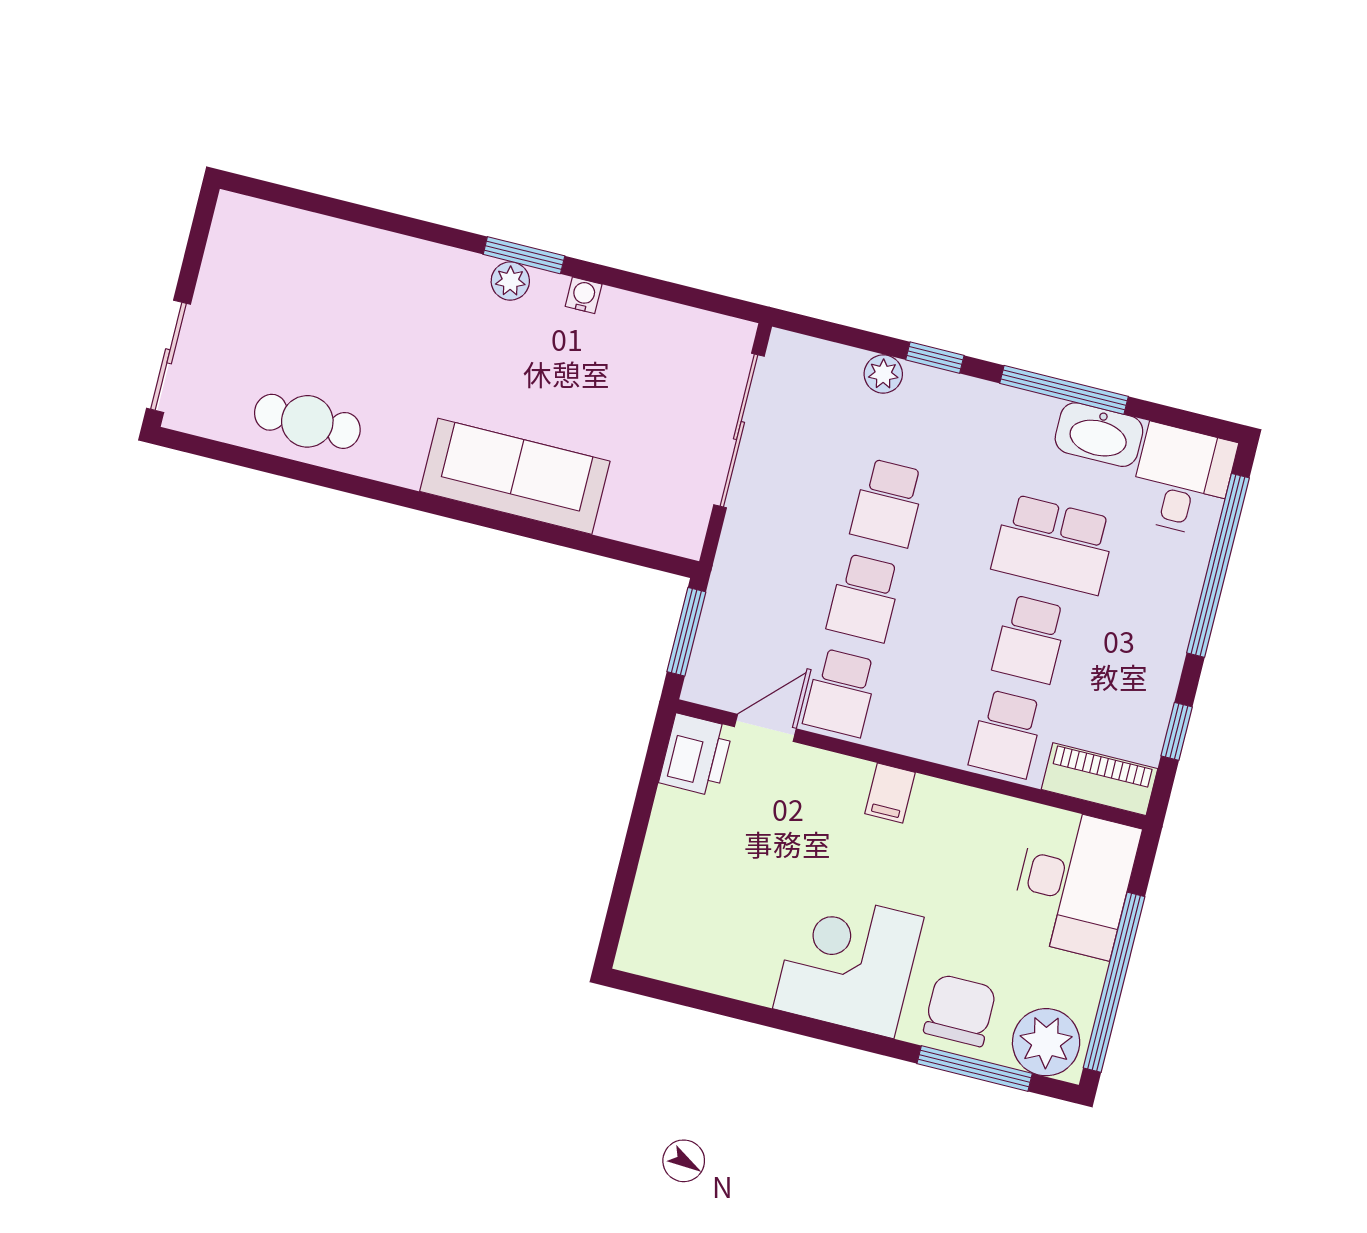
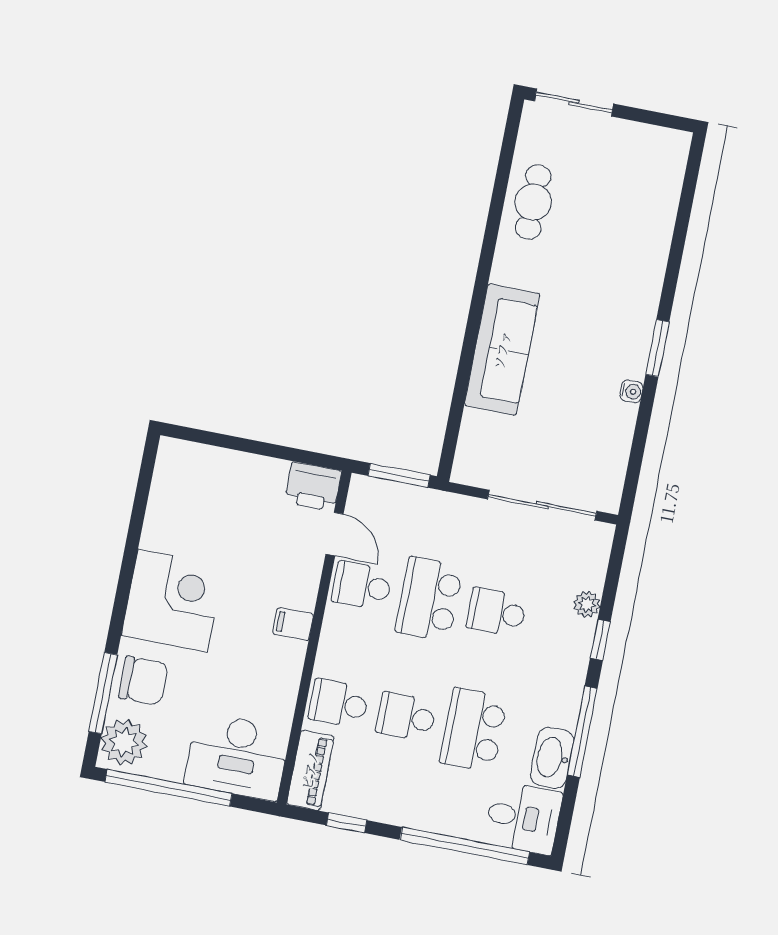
plant: (510, 281) -> (639, 339), removed
school desk: (864, 598) -> (429, 599), width x1.85

